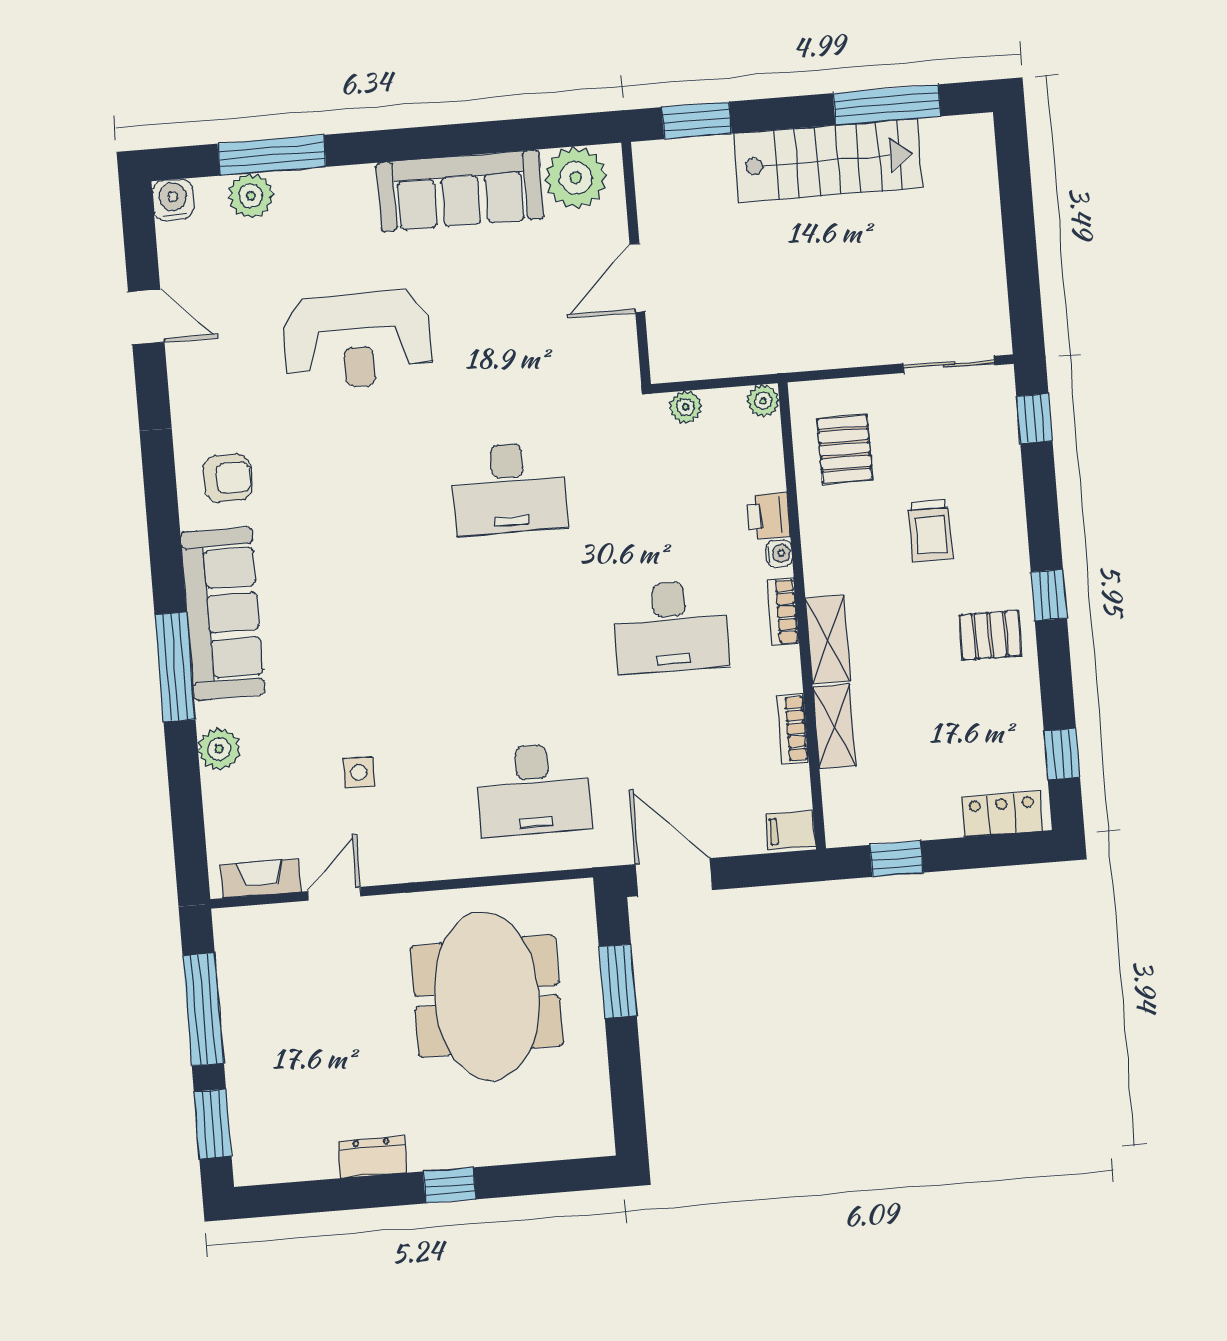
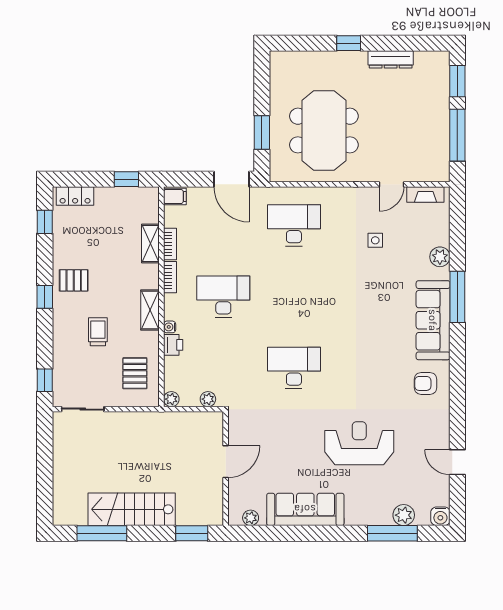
plant: (576, 178) -> (251, 518), width x0.53, depth x0.53
bookcase: (783, 612) -> (170, 277), moved
shelving: (828, 639) -> (150, 310), moved
dresser: (372, 1157) -> (391, 59), width x1.44

